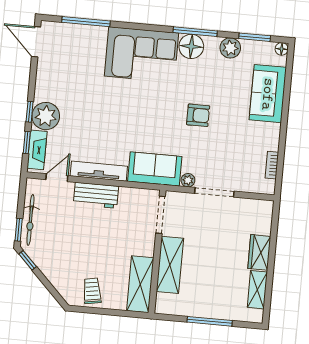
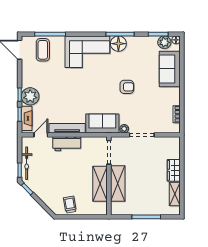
coffee table: (72, 45) -> (43, 50), added
plant: (230, 48) -> (164, 42), moved
shelving: (140, 284) -> (100, 184), moved

